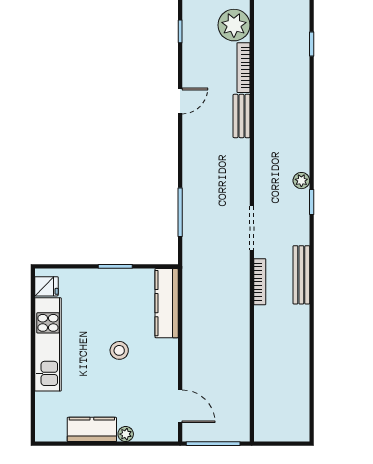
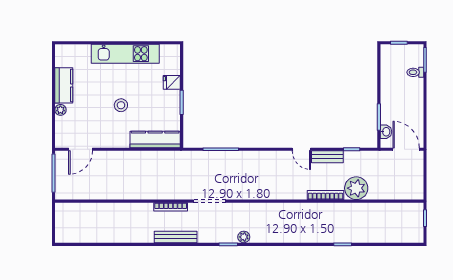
bench: (242, 116) -> (327, 157), moved
fridge: (46, 286) -> (172, 82), moved, turned 90

